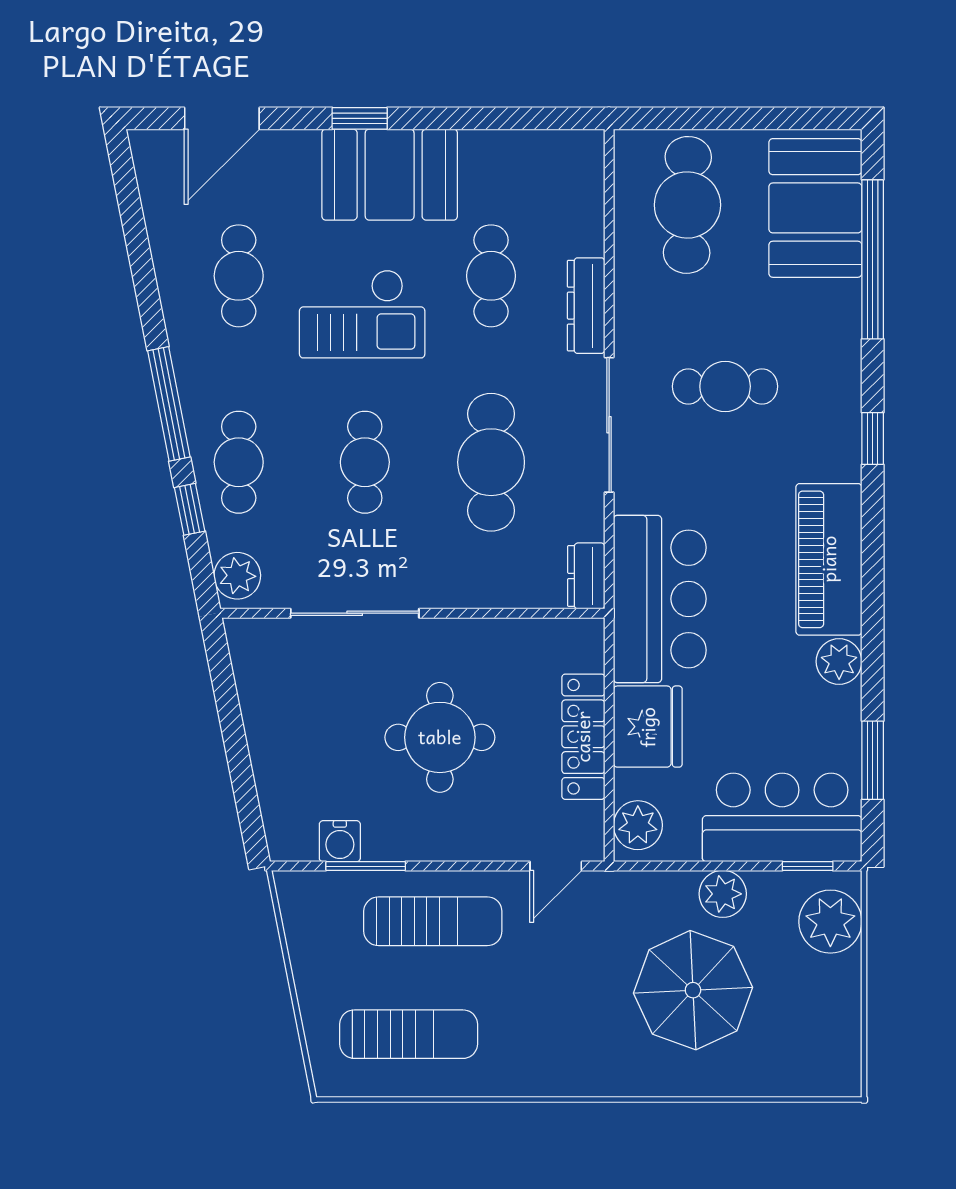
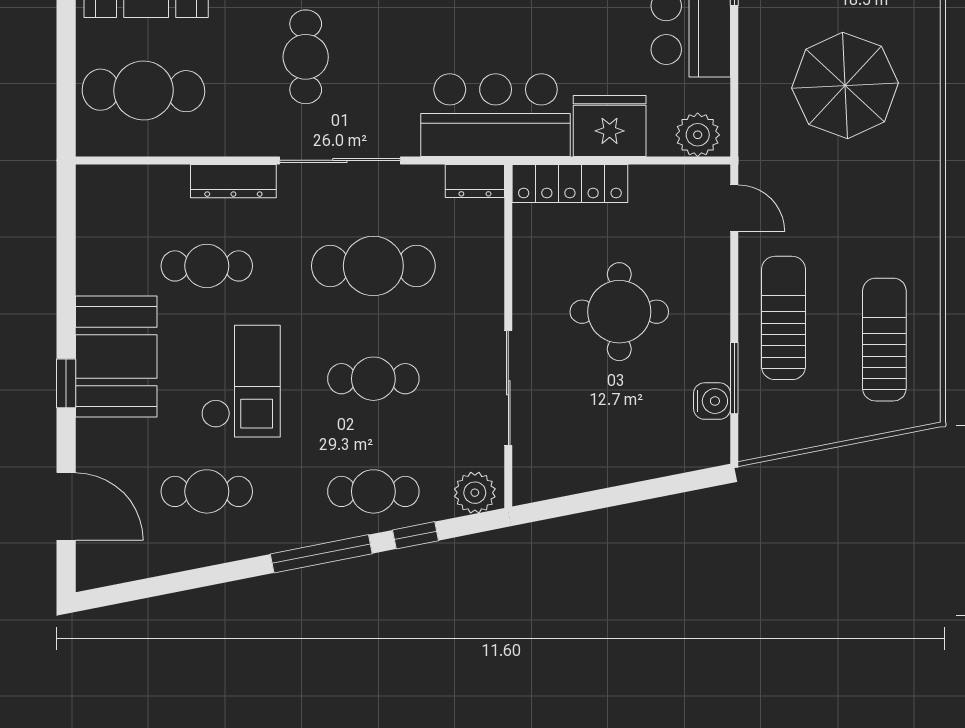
locker: (583, 737) -> (570, 183), moved
plant: (723, 894) -> (759, 59), removed

